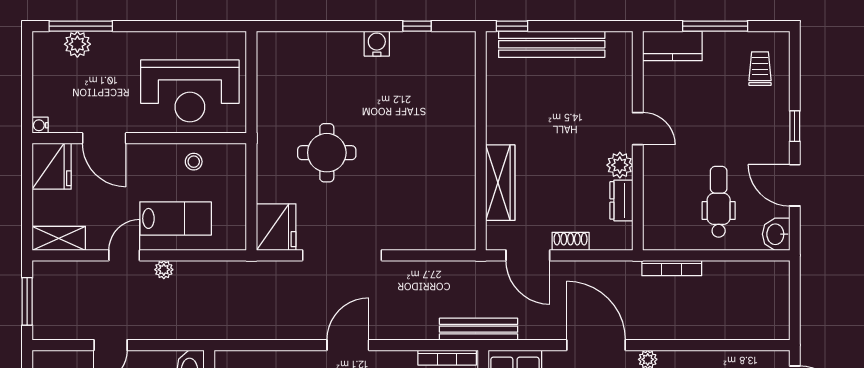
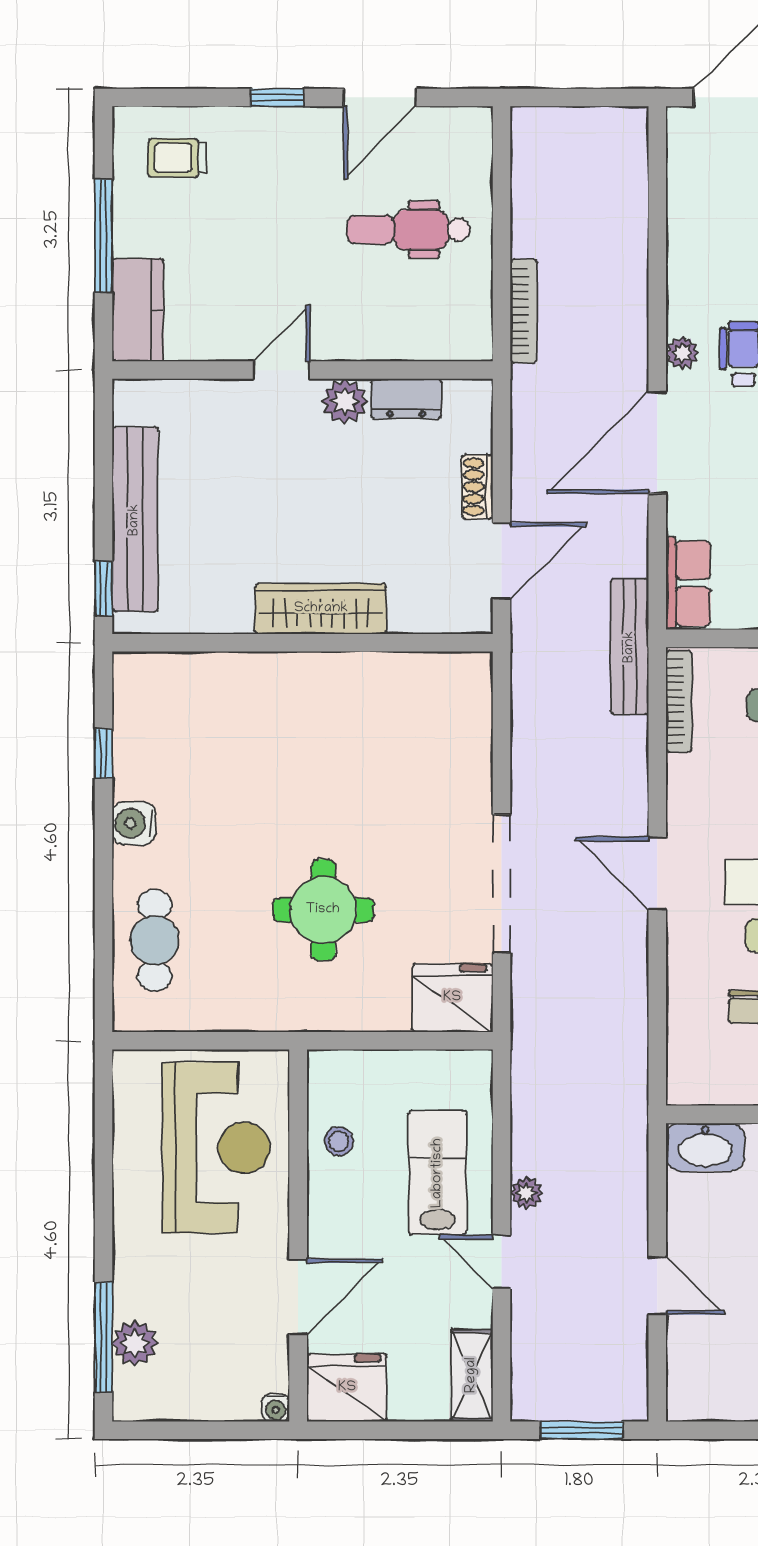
cafe table: (309, 55) -> (154, 940), added
wardrobe: (500, 183) -> (321, 609), moved
washbasin: (776, 234) -> (465, 130), removed

